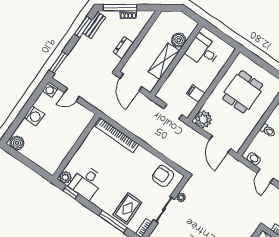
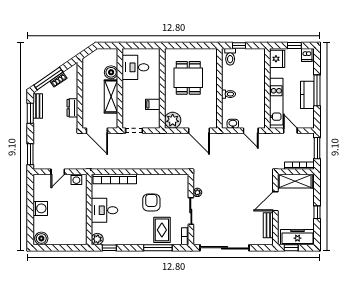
washing machine: (50, 89) -> (76, 179), moved
doorway: (173, 112) -> (134, 131), moved
armchair: (163, 176) -> (151, 203), moved, turned 90
desk: (86, 182) -> (105, 210), moved, turned 90

